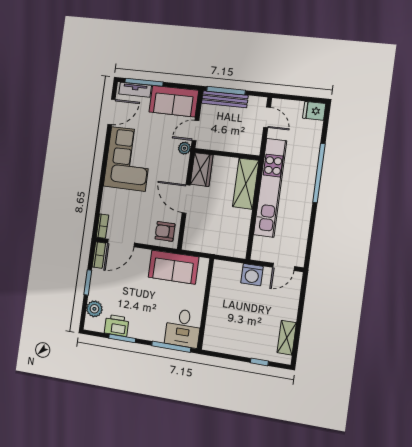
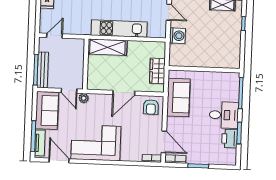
wardrobe: (202, 170) -> (157, 71), moved, turned -90
kitchen unit: (270, 188) -> (119, 29), width x0.73
plant: (94, 309) -> (219, 158), removed
desk: (183, 328) -> (224, 115), moved

